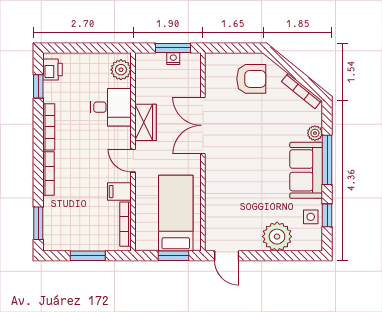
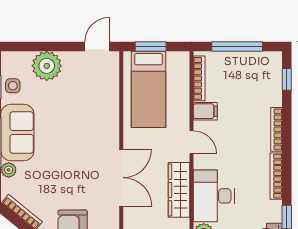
desk: (111, 107) -> (214, 196), width x1.37
wardrobe: (145, 122) -> (179, 190), width x1.50
window: (38, 223) -> (287, 79), width x0.67
window: (88, 256) -> (237, 46), width x1.44
door: (227, 256) -> (97, 46), hinge flipped

